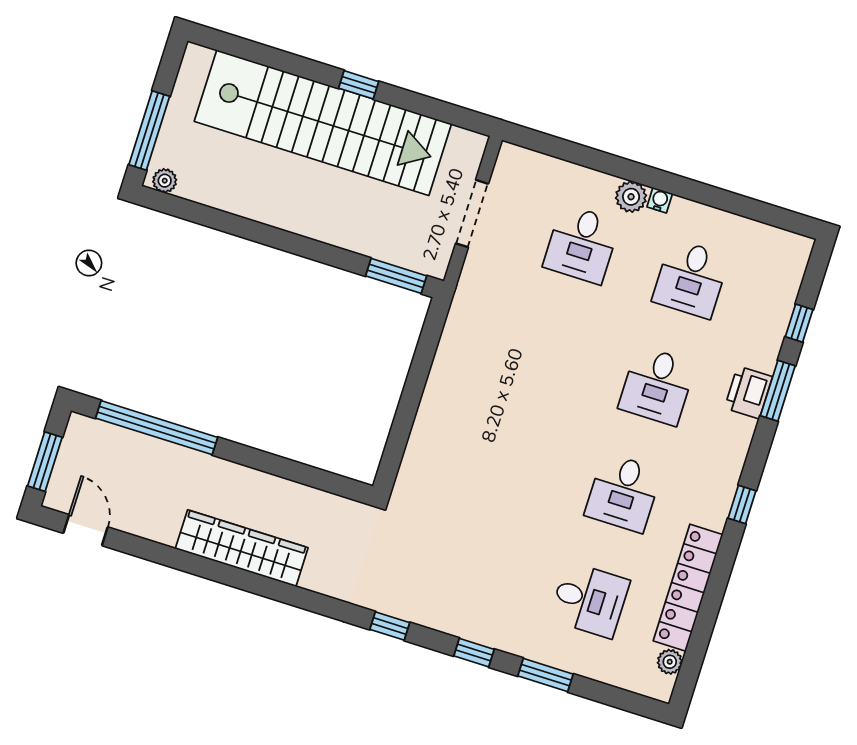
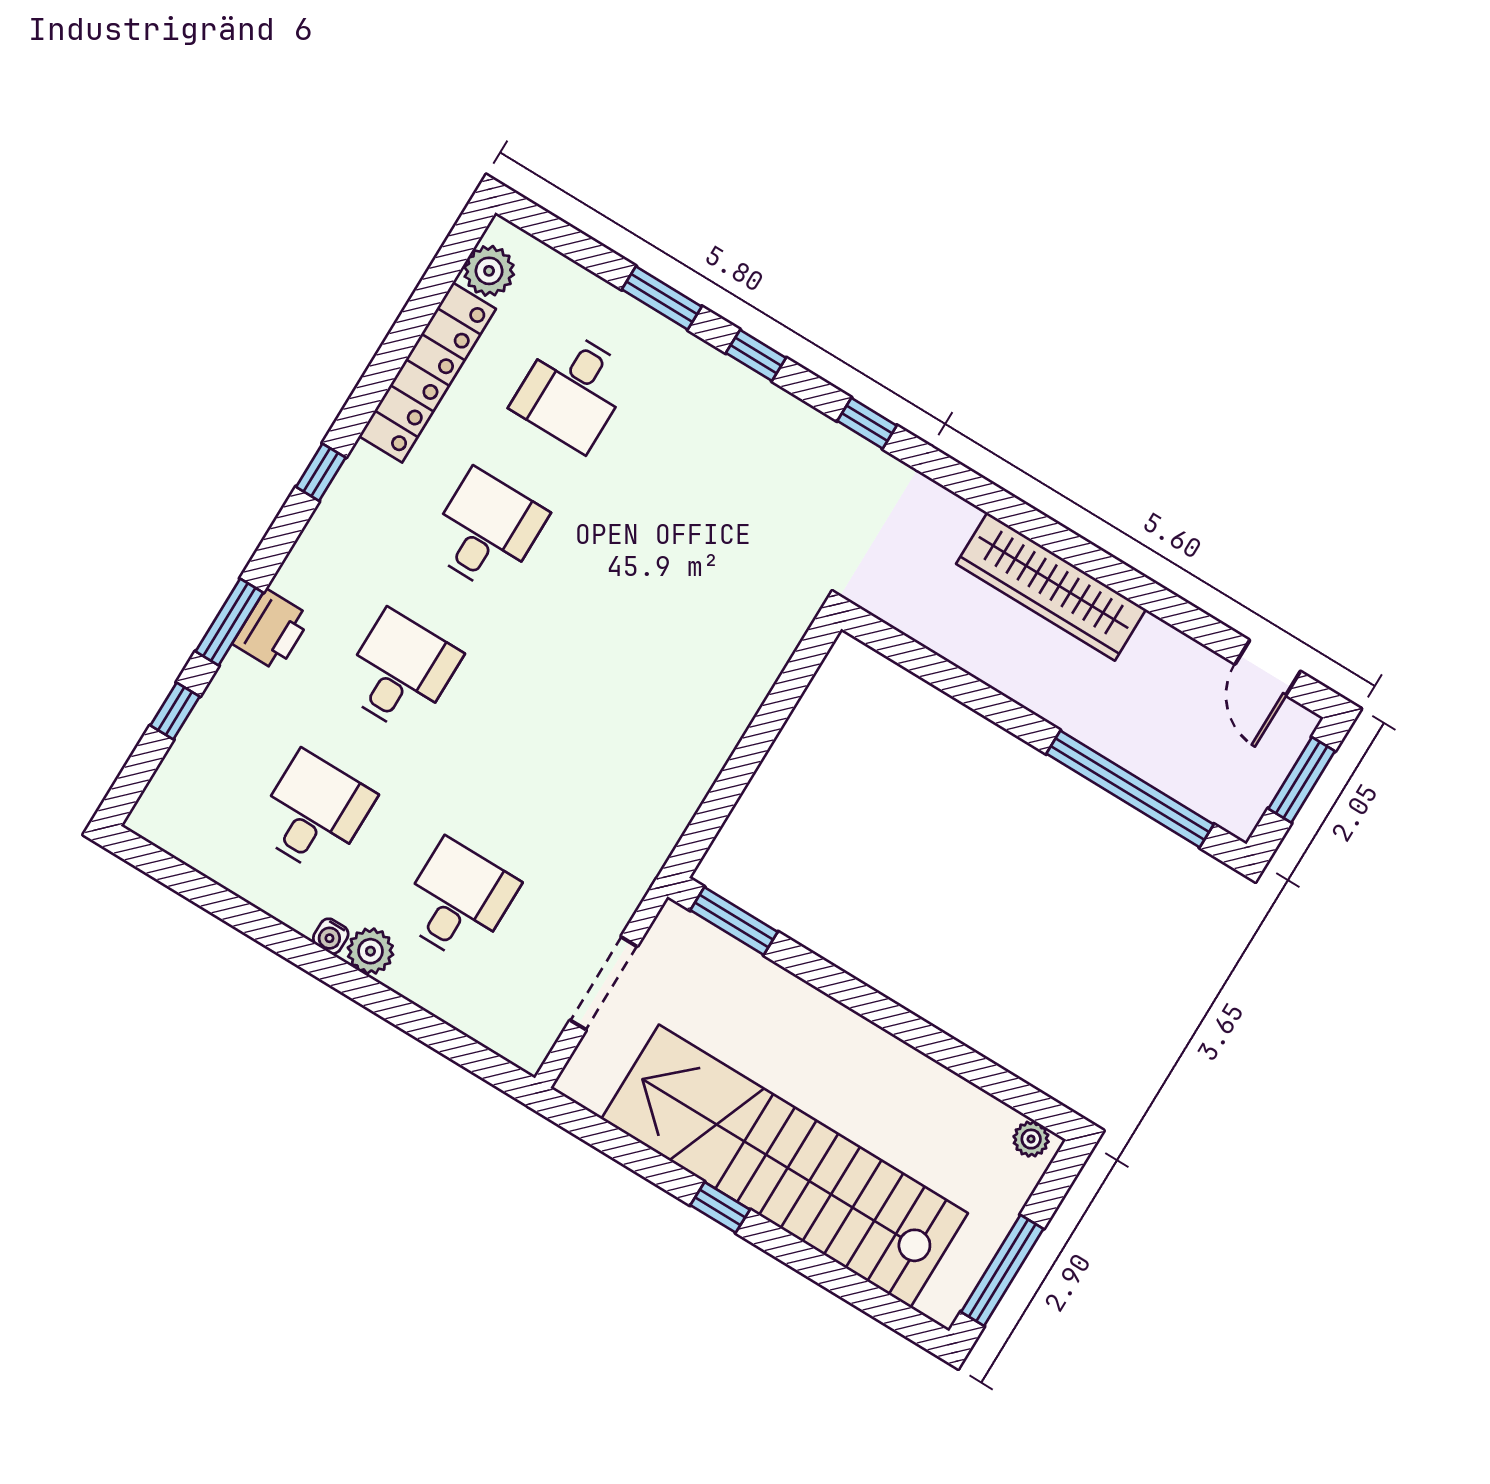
window: (149, 130) -> (1002, 1270), moved
desk: (589, 600) -> (572, 390), turned -90
plant: (670, 662) -> (489, 271), width x1.38, depth x1.38

